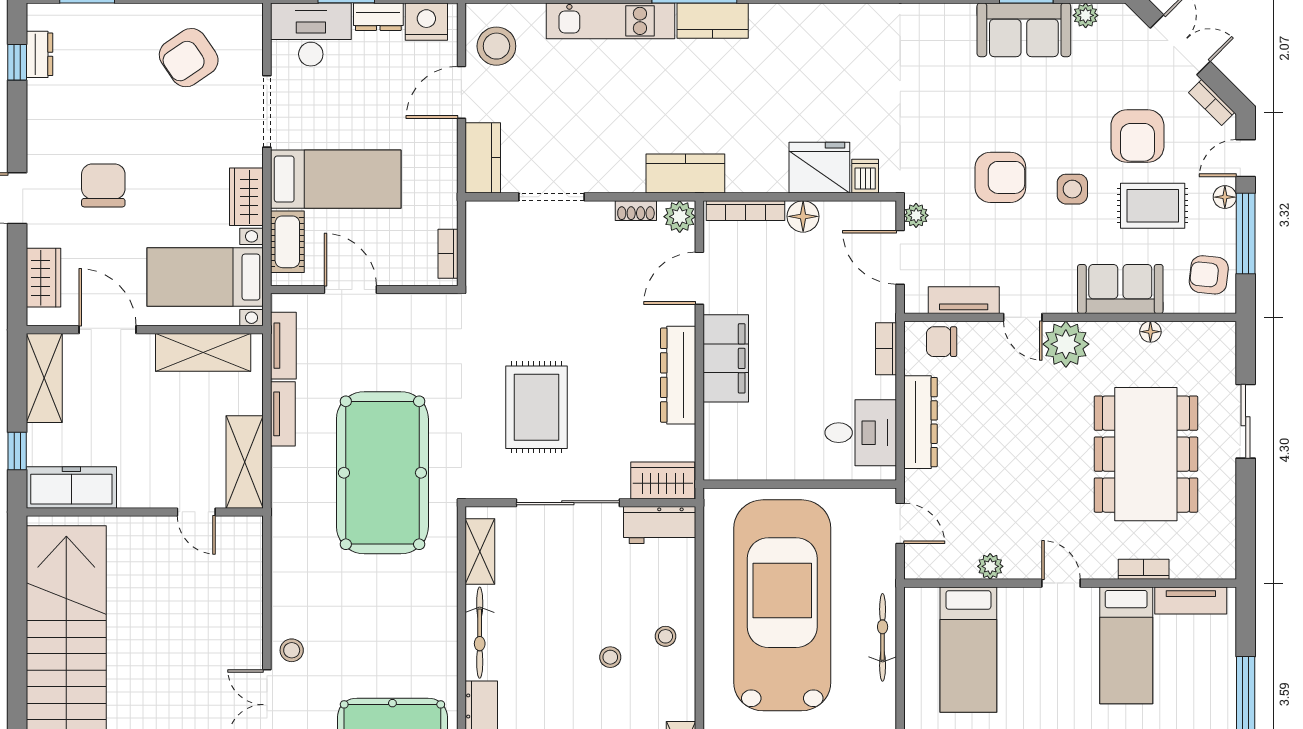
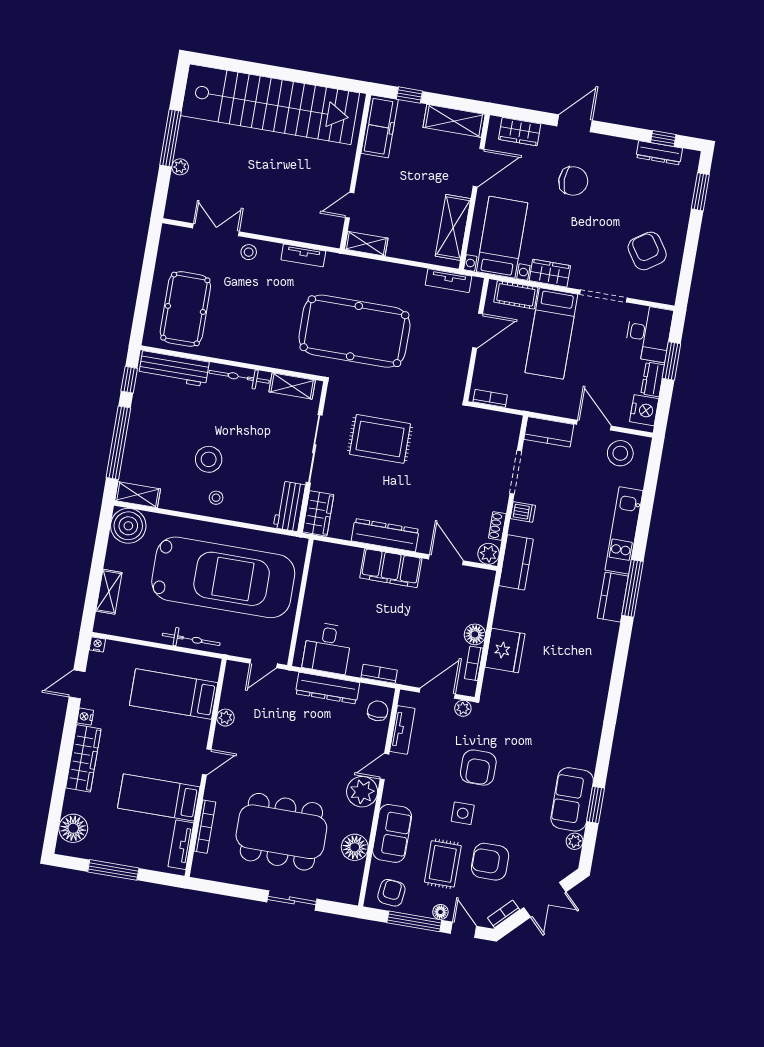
dresser: (40, 54) -> (659, 153), width x1.44
dishwasher: (865, 176) -> (523, 512), moved
bookcase: (746, 211) -> (474, 663), moved, width x0.64
floor lamp: (1150, 332) -> (355, 847), width x1.89, depth x1.89
tv unit: (283, 414) -> (303, 255), moved
shelving: (245, 462) -> (366, 244), width x0.67, depth x0.75
bookcase: (1144, 569) -> (205, 827), width x1.56
stool: (610, 657) -> (209, 459), width x1.89, depth x1.89

